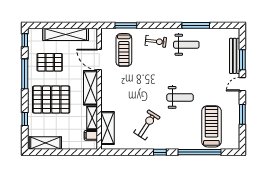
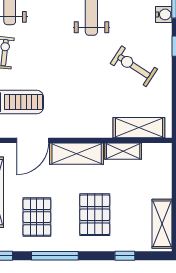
pallet: (51, 100) -> (95, 215), width x0.73, depth x0.71
filing cabinet: (91, 135) -> (150, 153), removed
water cooler: (180, 144) -> (164, 14), added

